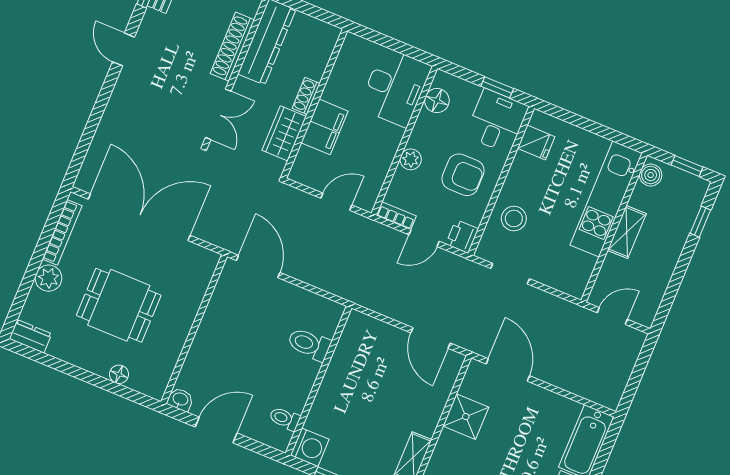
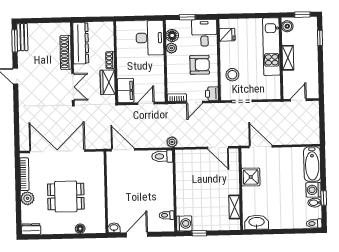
window: (497, 87) -> (187, 17), moved
filing cabinet: (325, 127) -> (126, 90), moved
plant: (411, 159) -> (172, 48), moved
plant: (352, 291) -> (172, 142), added
toilet: (309, 344) -> (162, 156), moved

